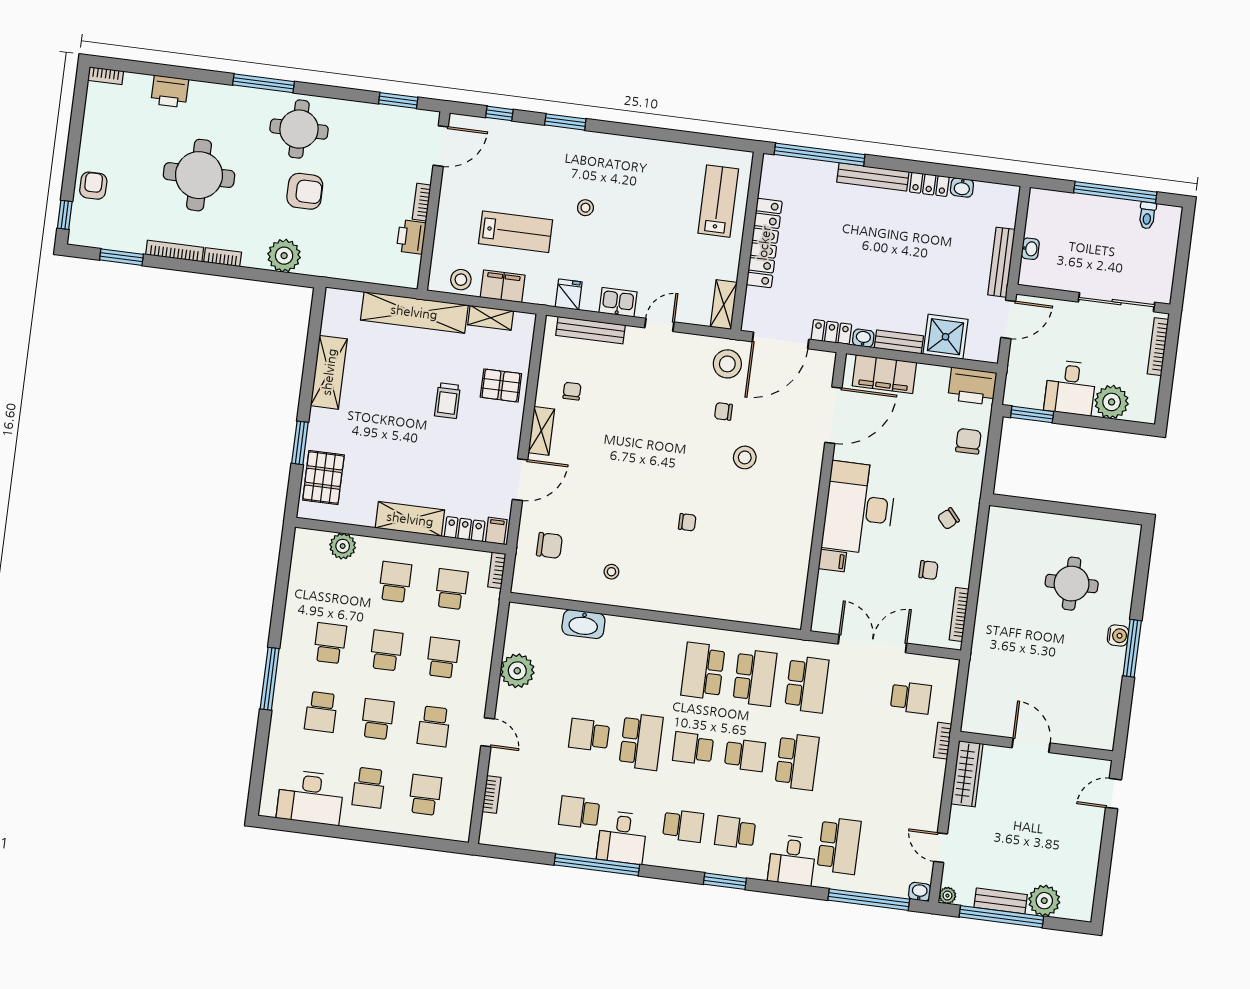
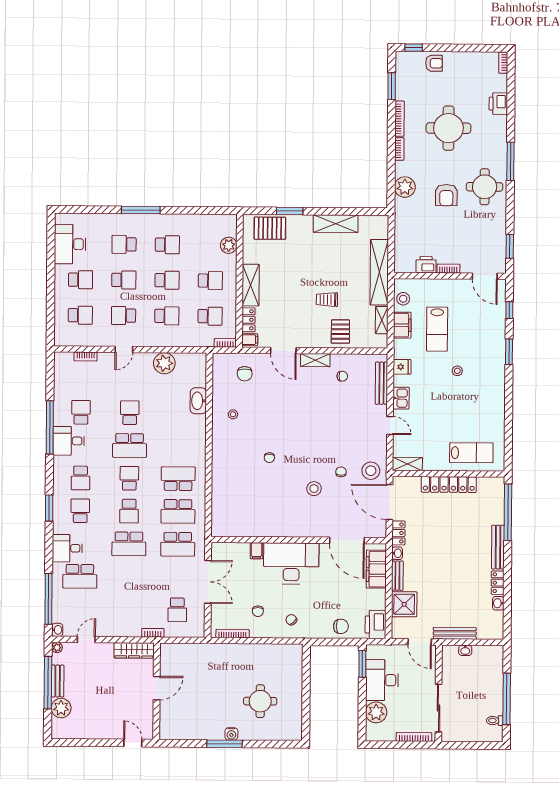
desk: (1070, 388) -> (382, 680), width x1.37
school desk: (369, 788) -> (81, 280), turned 180

